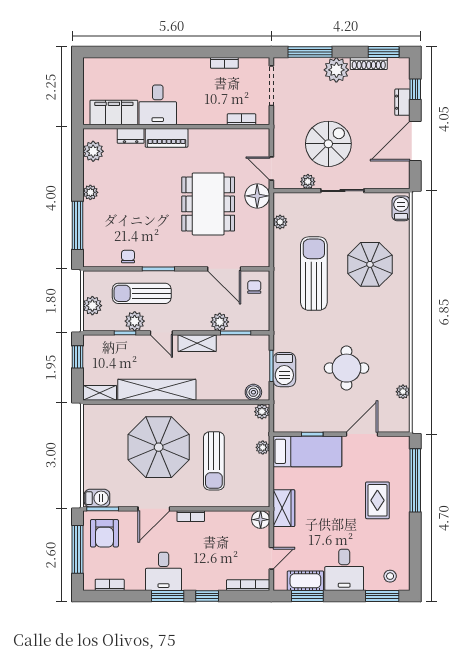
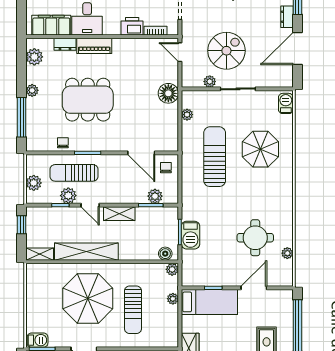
printer: (213, 114) -> (132, 26), added
door: (271, 168) -> (180, 52), moved
dining table: (208, 204) -> (88, 100), moved, turned 90
plant: (220, 322) -> (155, 196), moved
round table: (346, 368) -> (255, 238), moved

